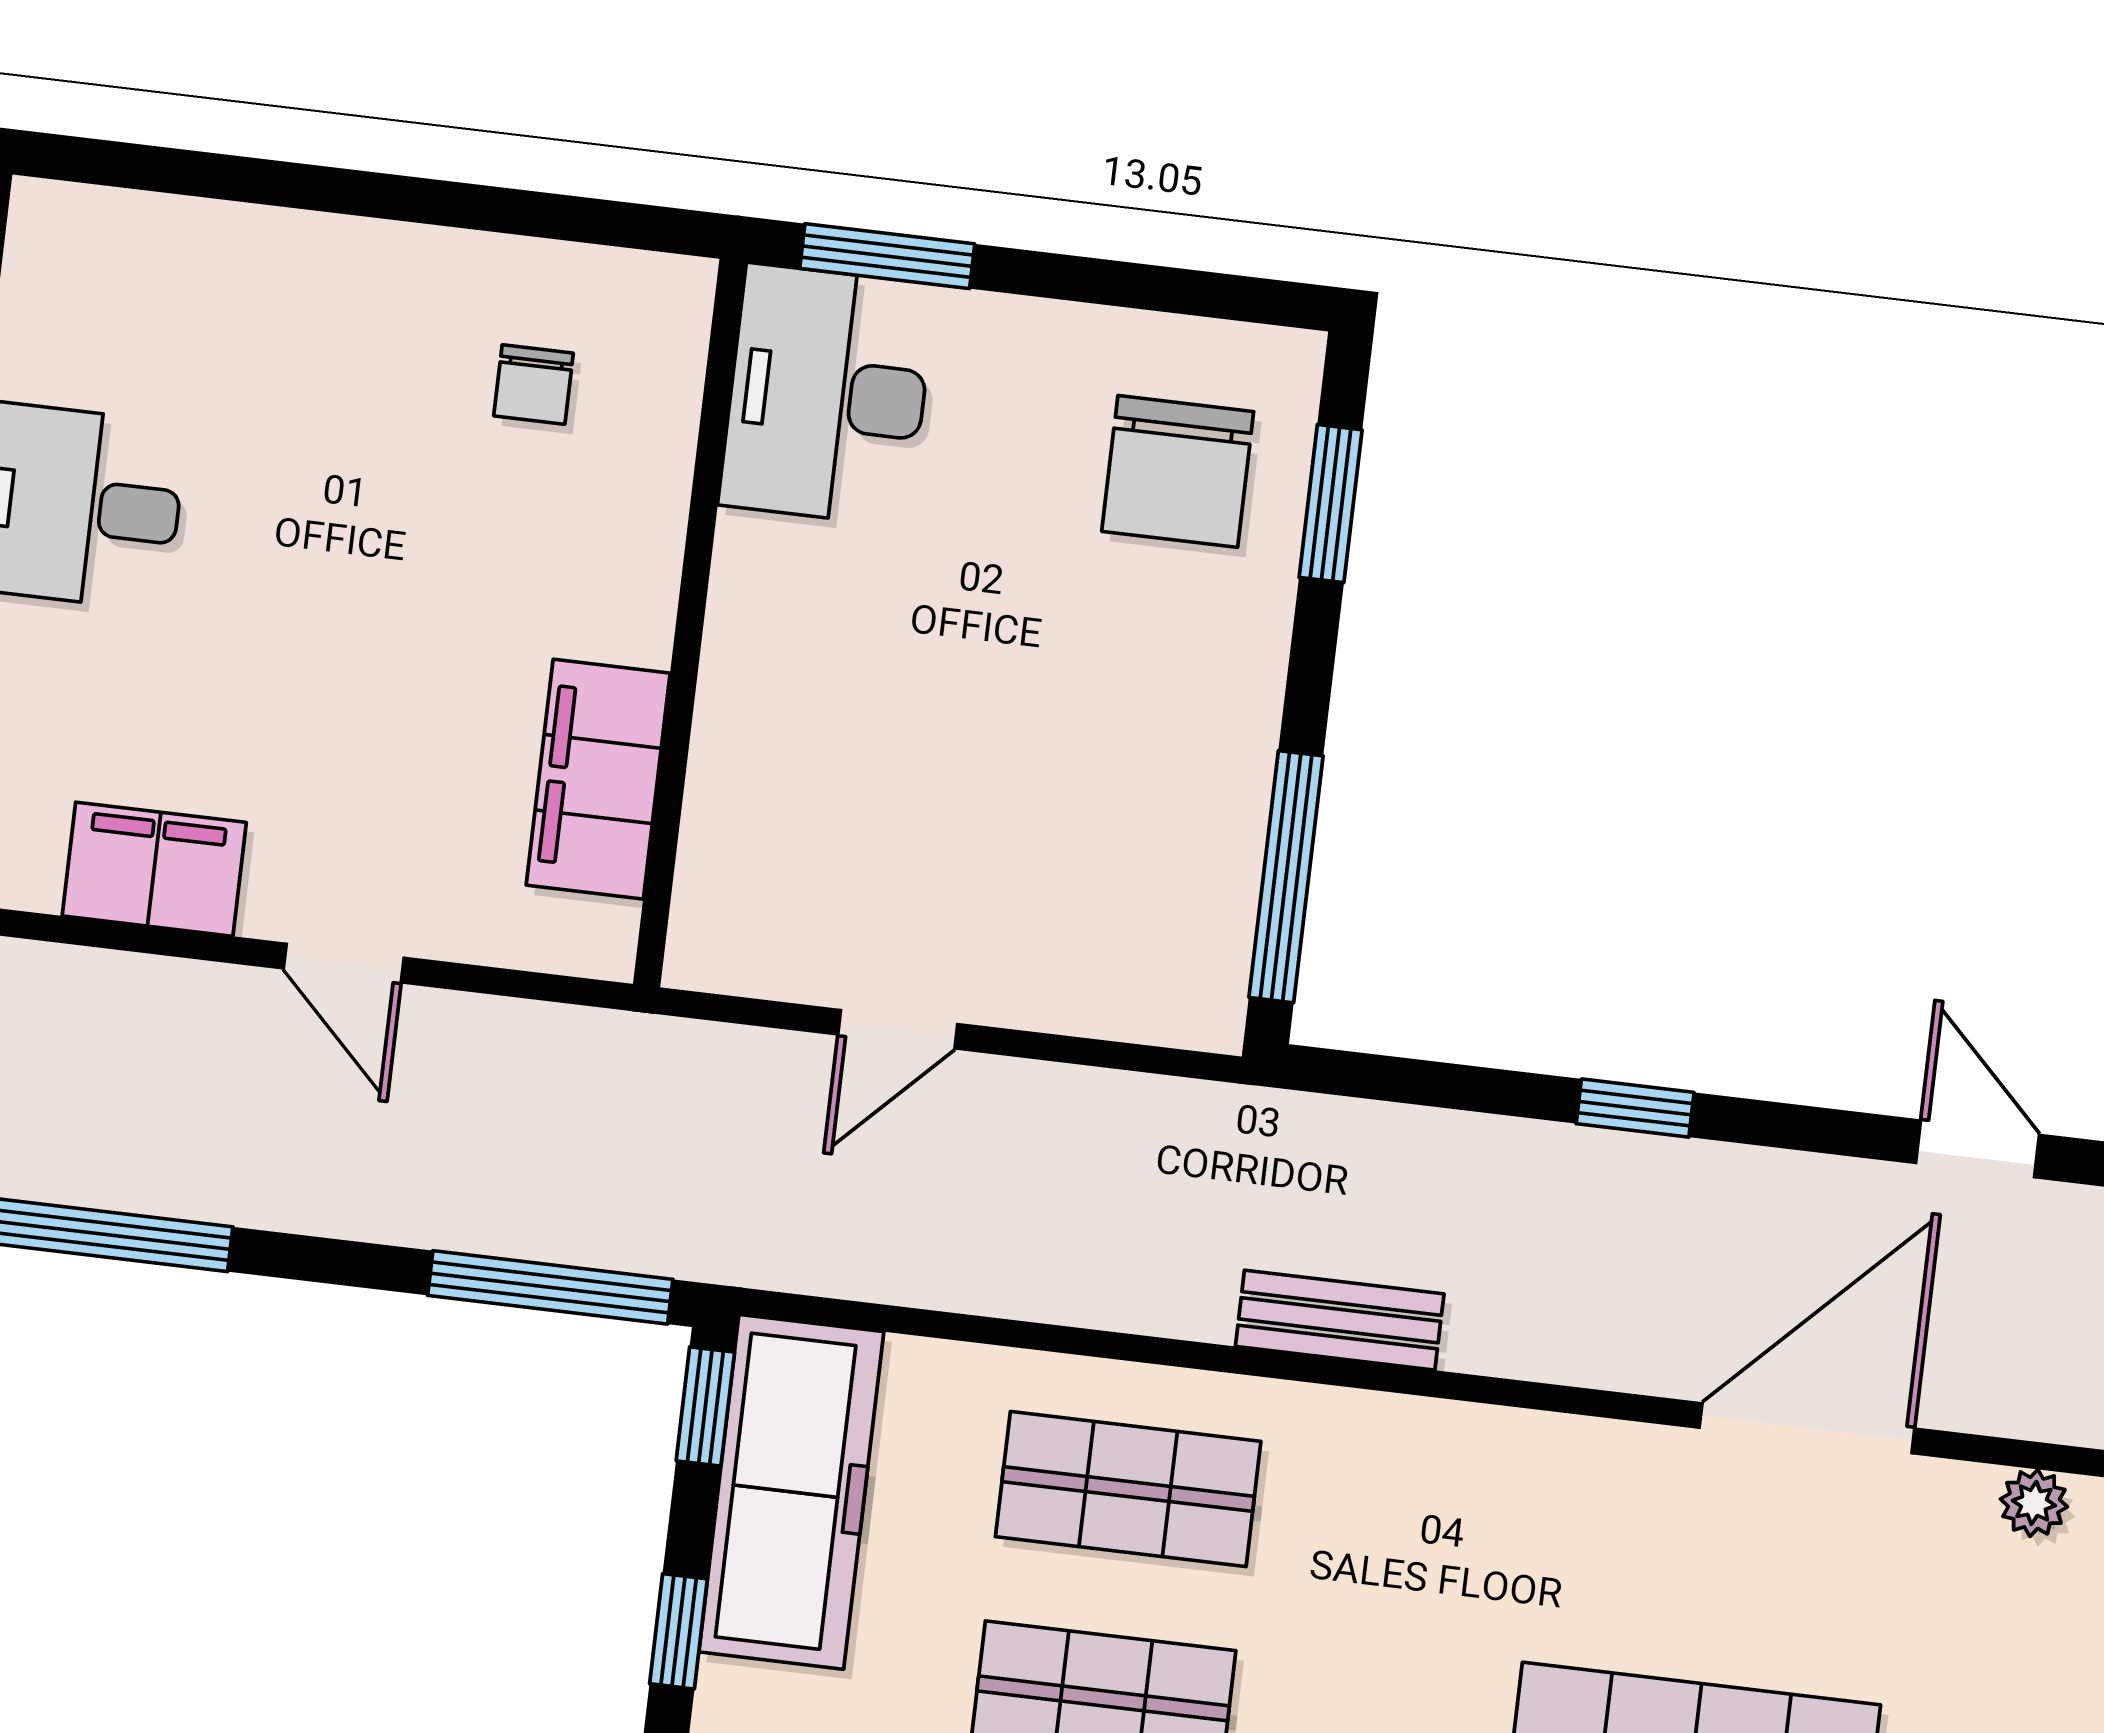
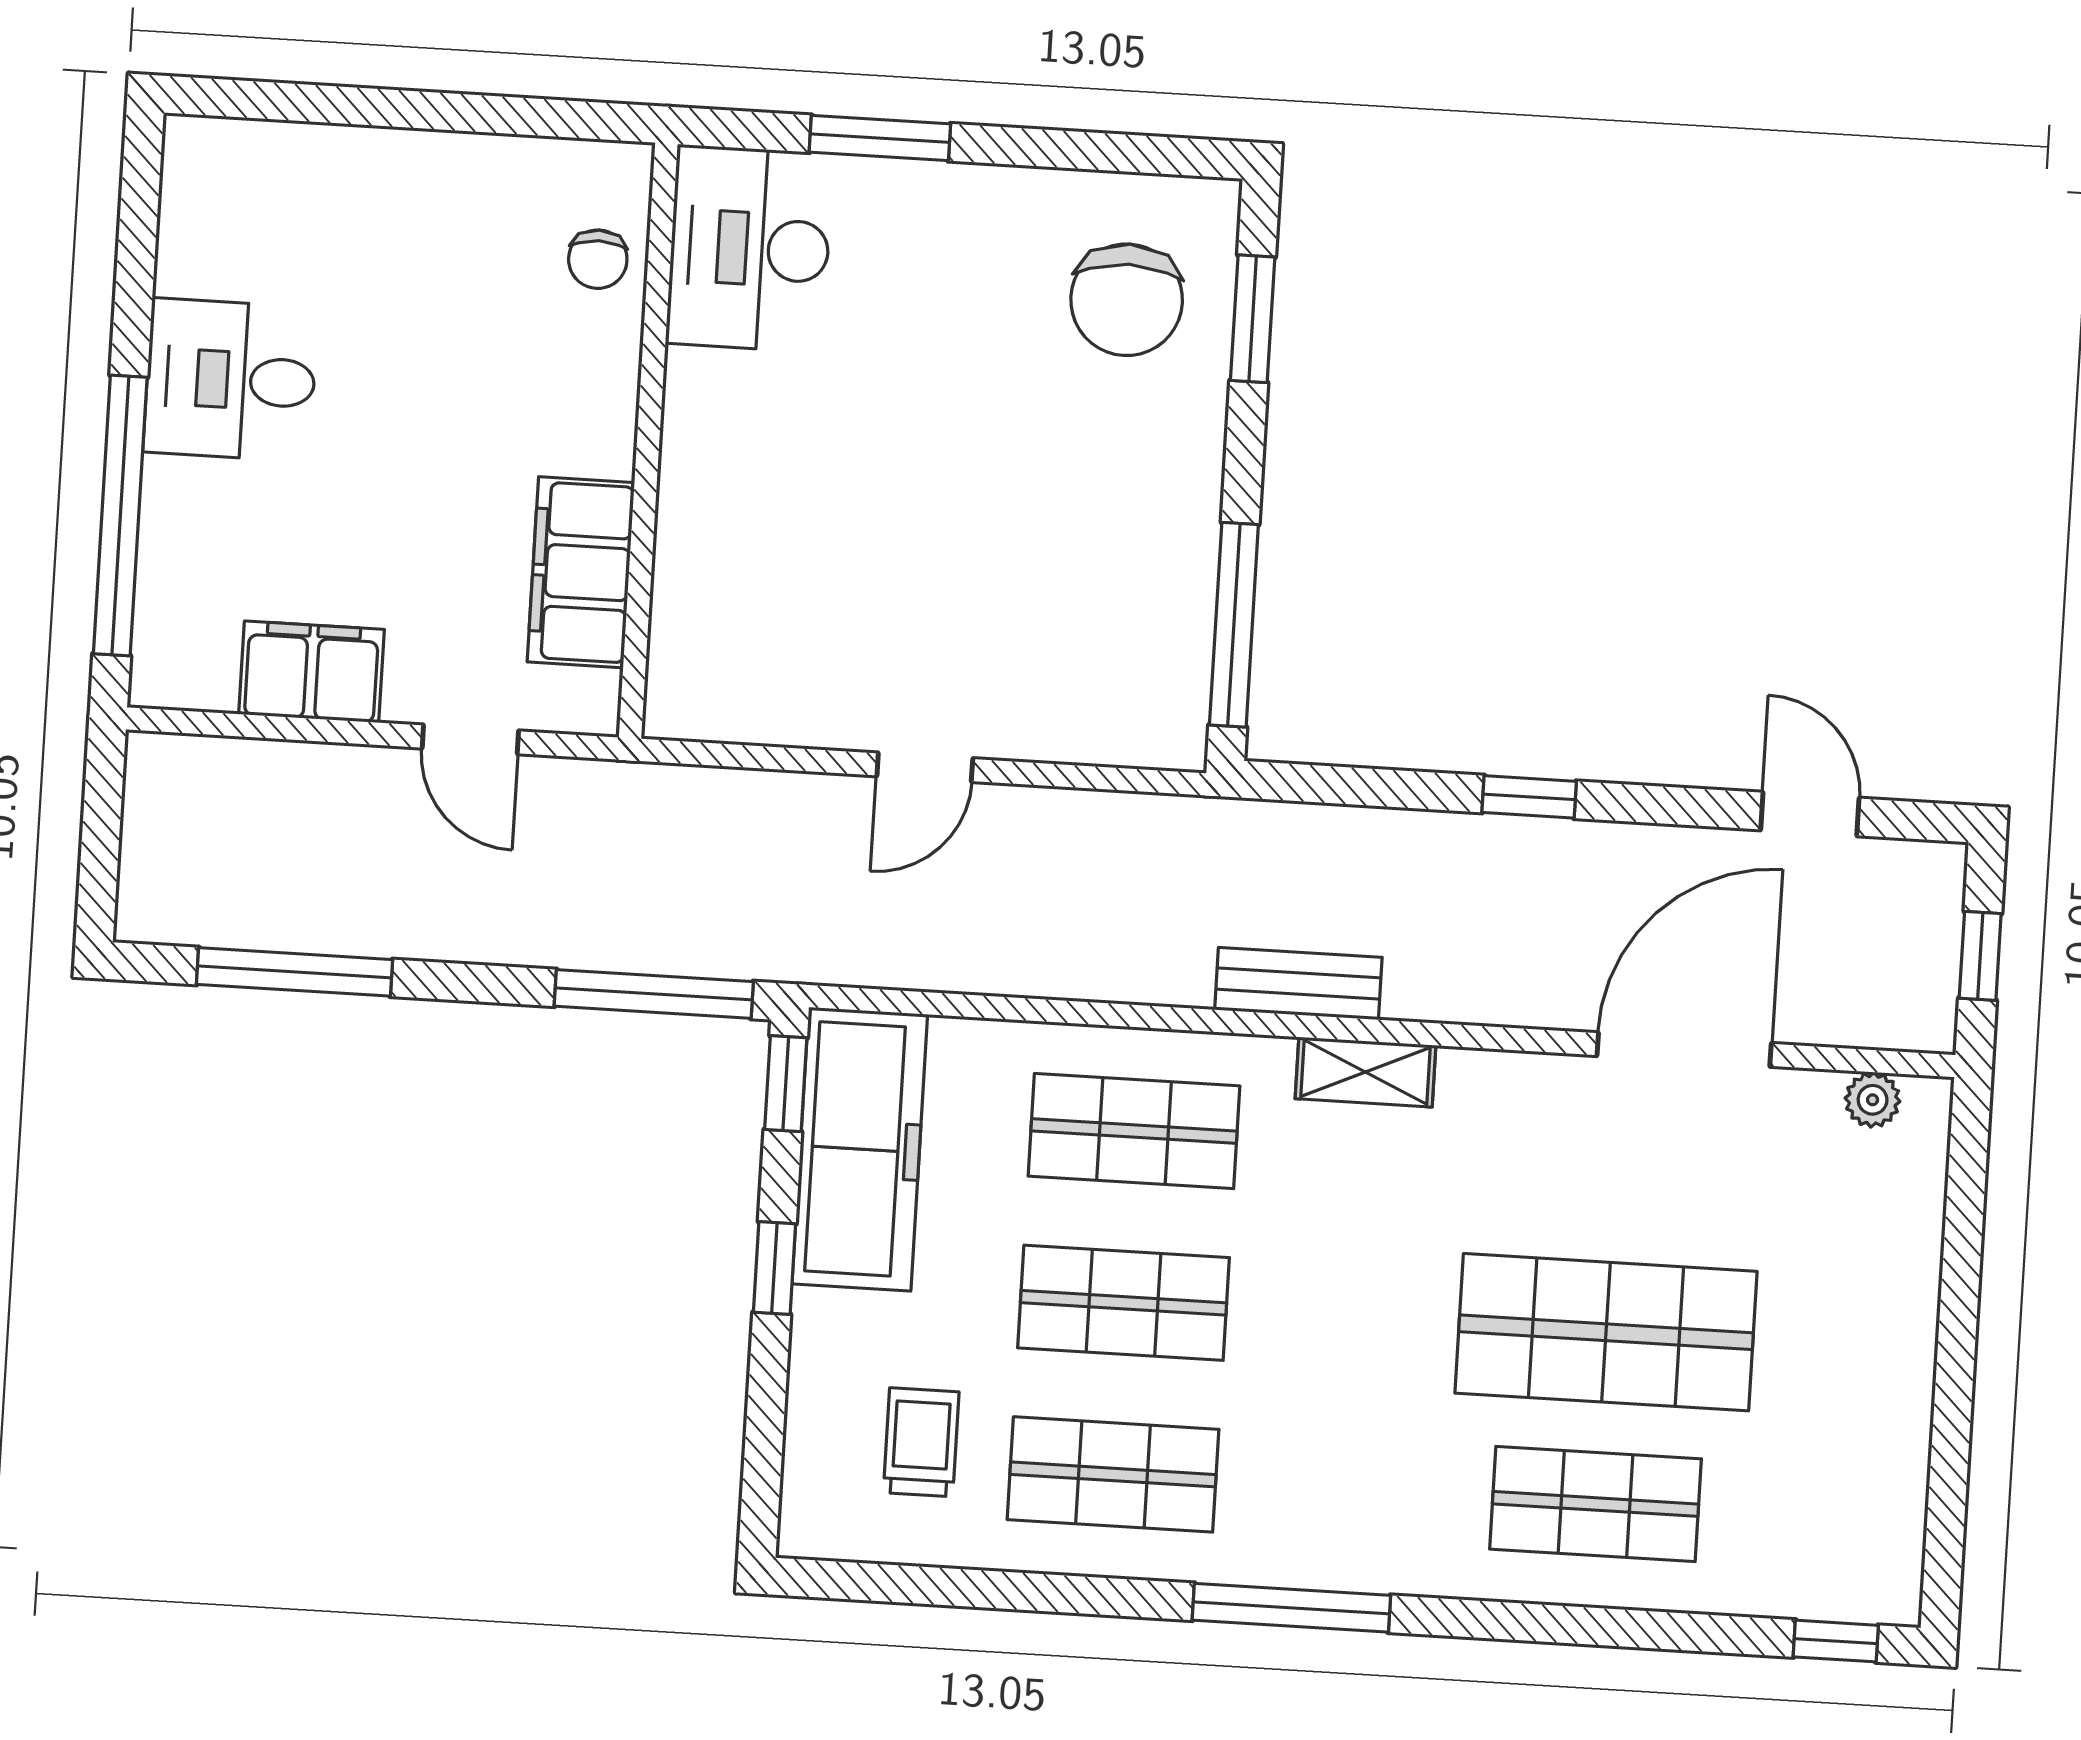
desk: (827, 395) -> (750, 248), moved
wall: (690, 623) -> (648, 441), moved
filing cabinet: (598, 779) -> (581, 572), moved
shelving: (1415, 1433) -> (1366, 1072), added

